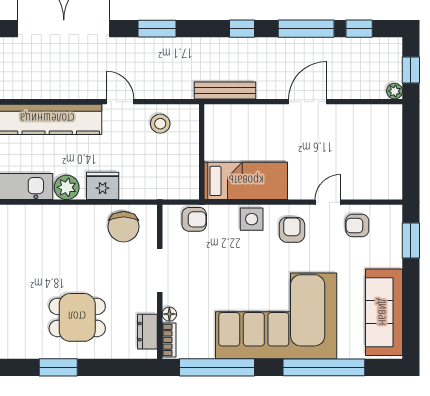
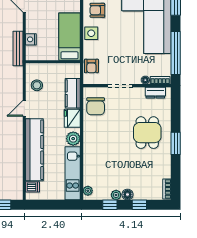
nightstand: (241, 113) -> (31, 39), added
kitchen counter: (146, 187) -> (73, 93), added
armchair: (194, 219) -> (91, 66), turned 180
chair: (124, 227) -> (96, 106), turned 90

